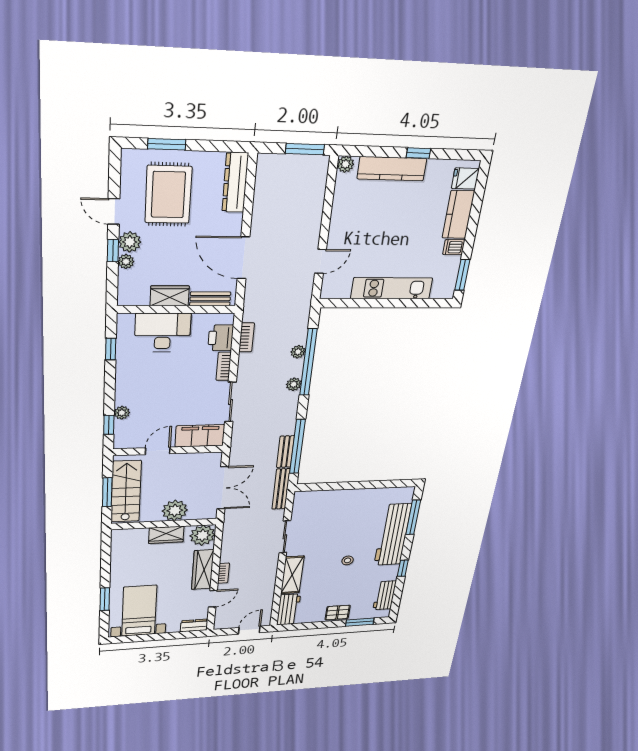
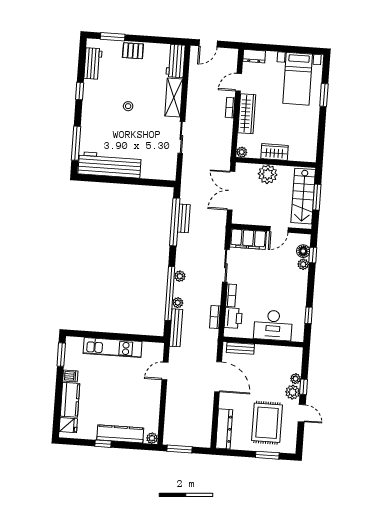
wardrobe: (170, 296) -> (268, 352), removed
floor lamp: (123, 428) -> (303, 251), added
bench: (281, 489) -> (176, 328), moved
plant: (202, 535) -> (242, 152), width x0.53, depth x0.53
workbench: (393, 535) -> (110, 165), moved, turned -90

